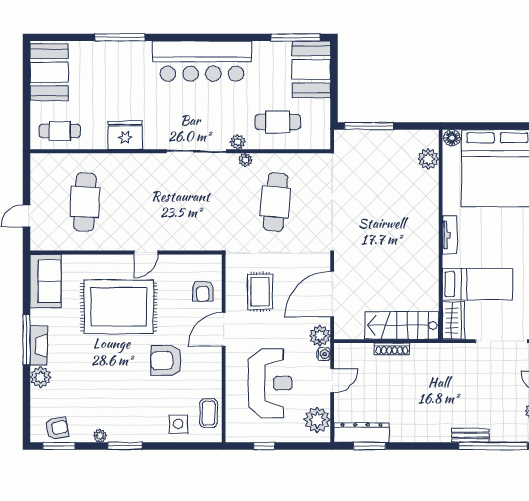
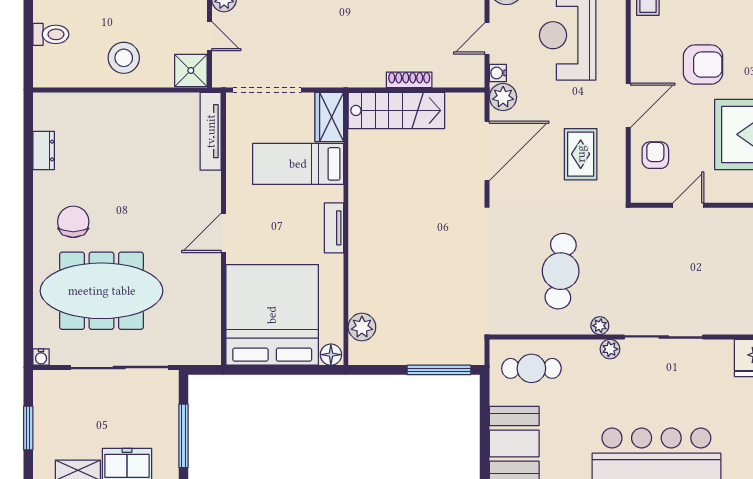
cafe table: (278, 122) -> (531, 368), moved
door: (146, 253) -> (688, 205), moved

